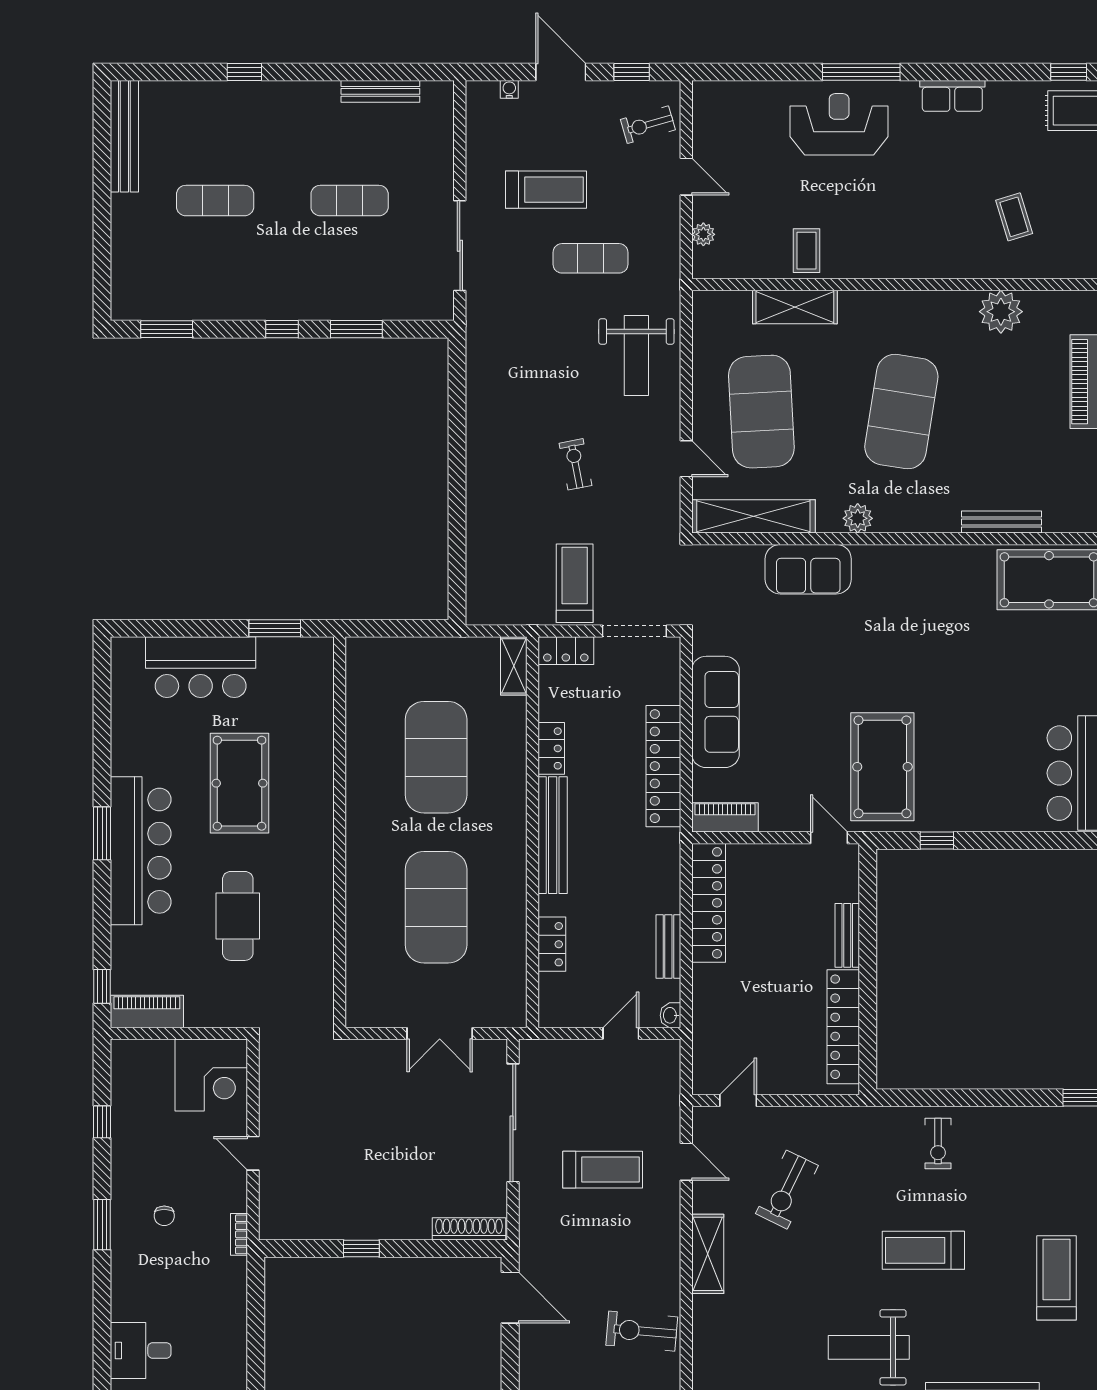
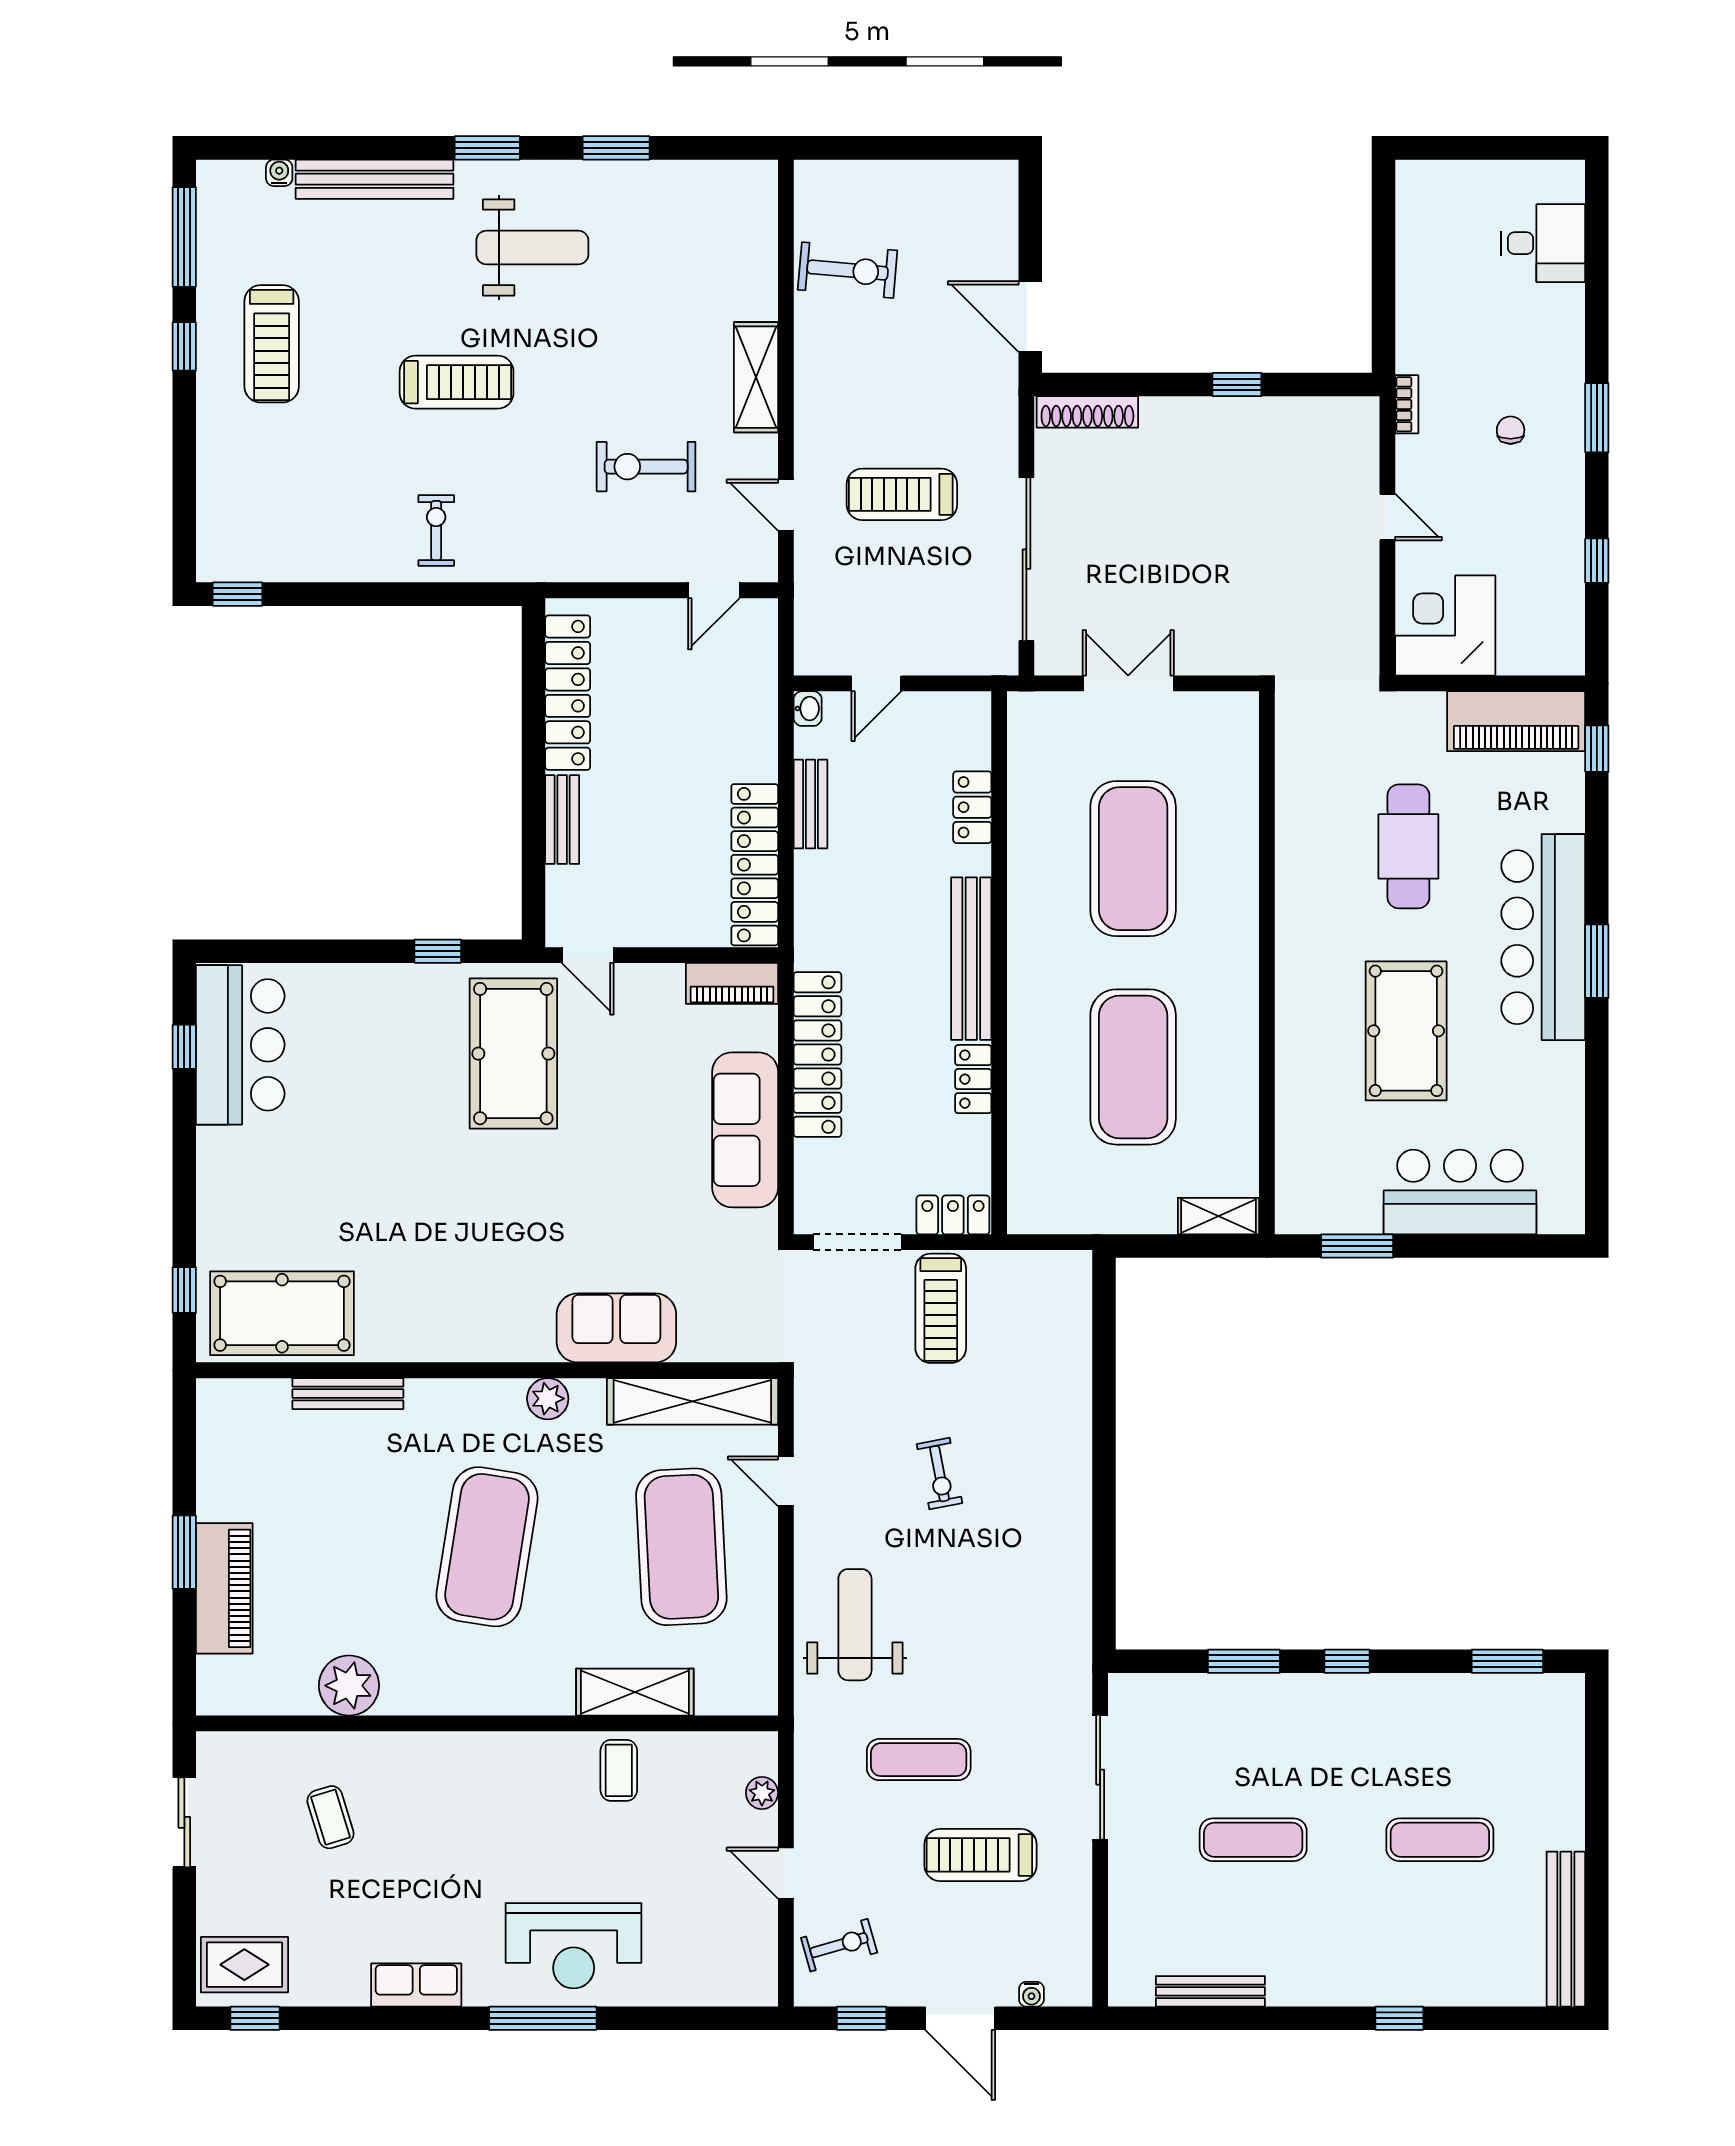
shelving: (514, 666) -> (1219, 1216), moved, turned 90
piano: (147, 1012) -> (1516, 721), width x1.37, depth x1.33
exercise bike: (787, 1190) -> (646, 467), turned -116

